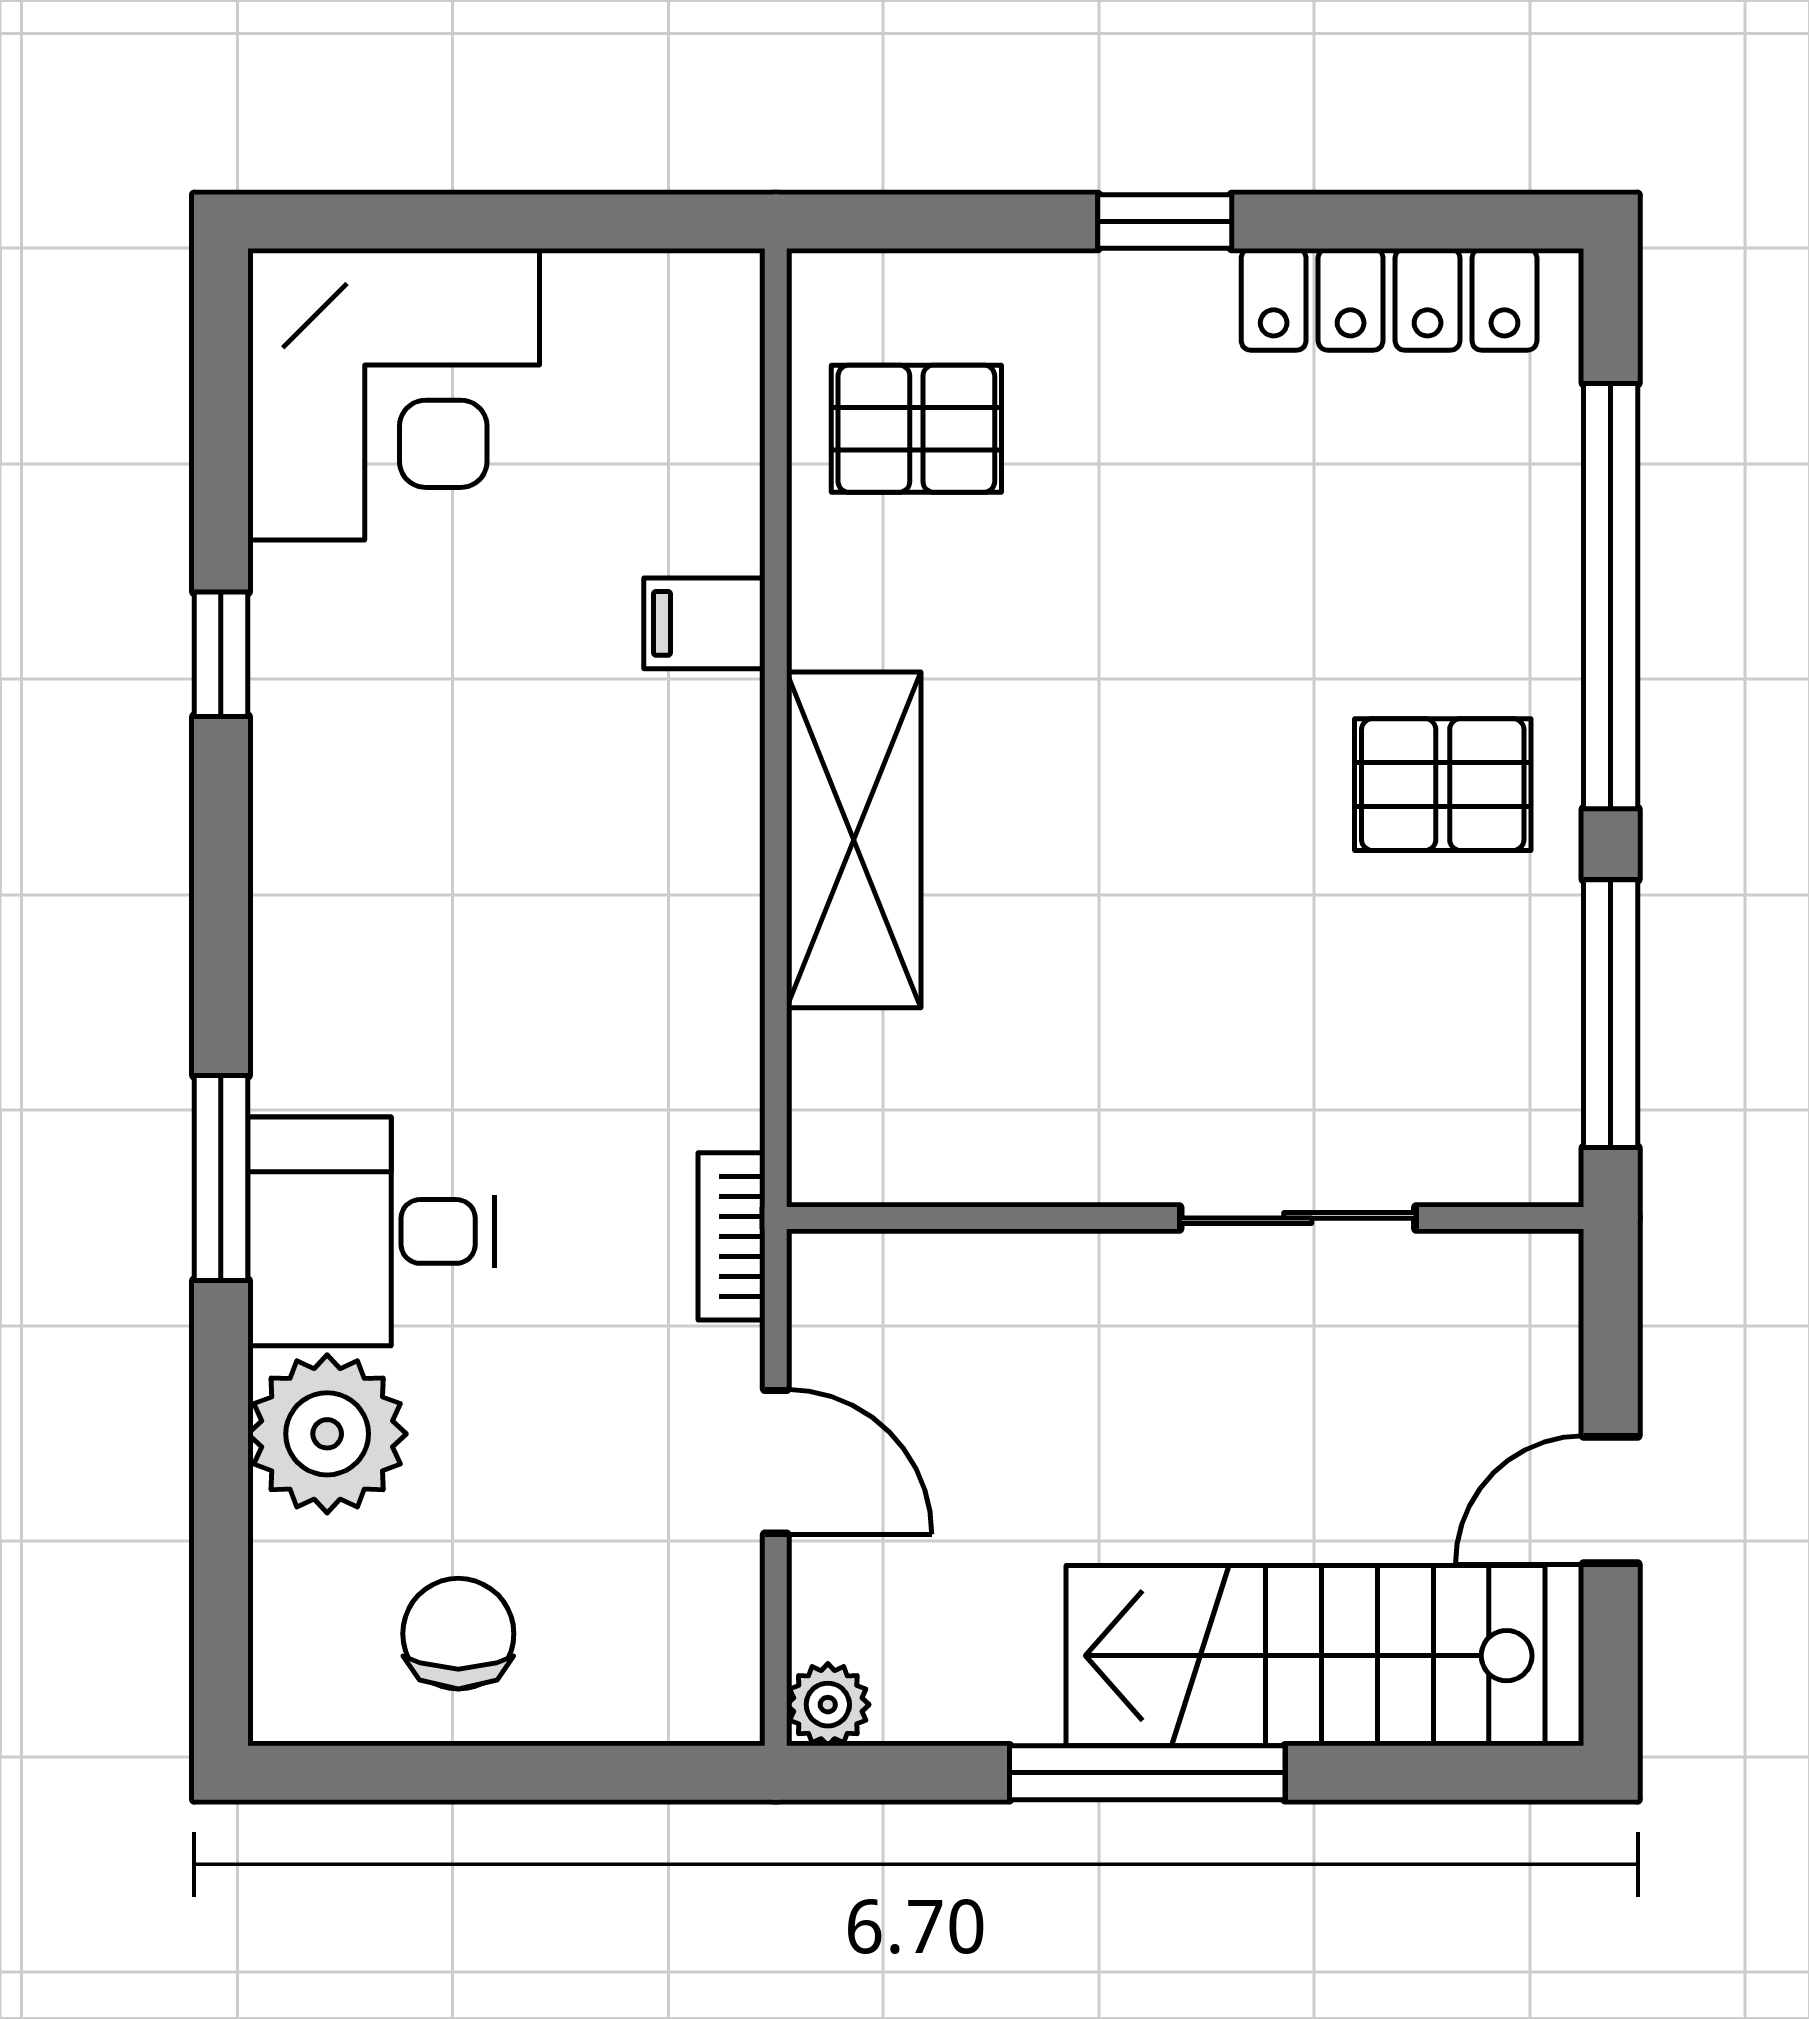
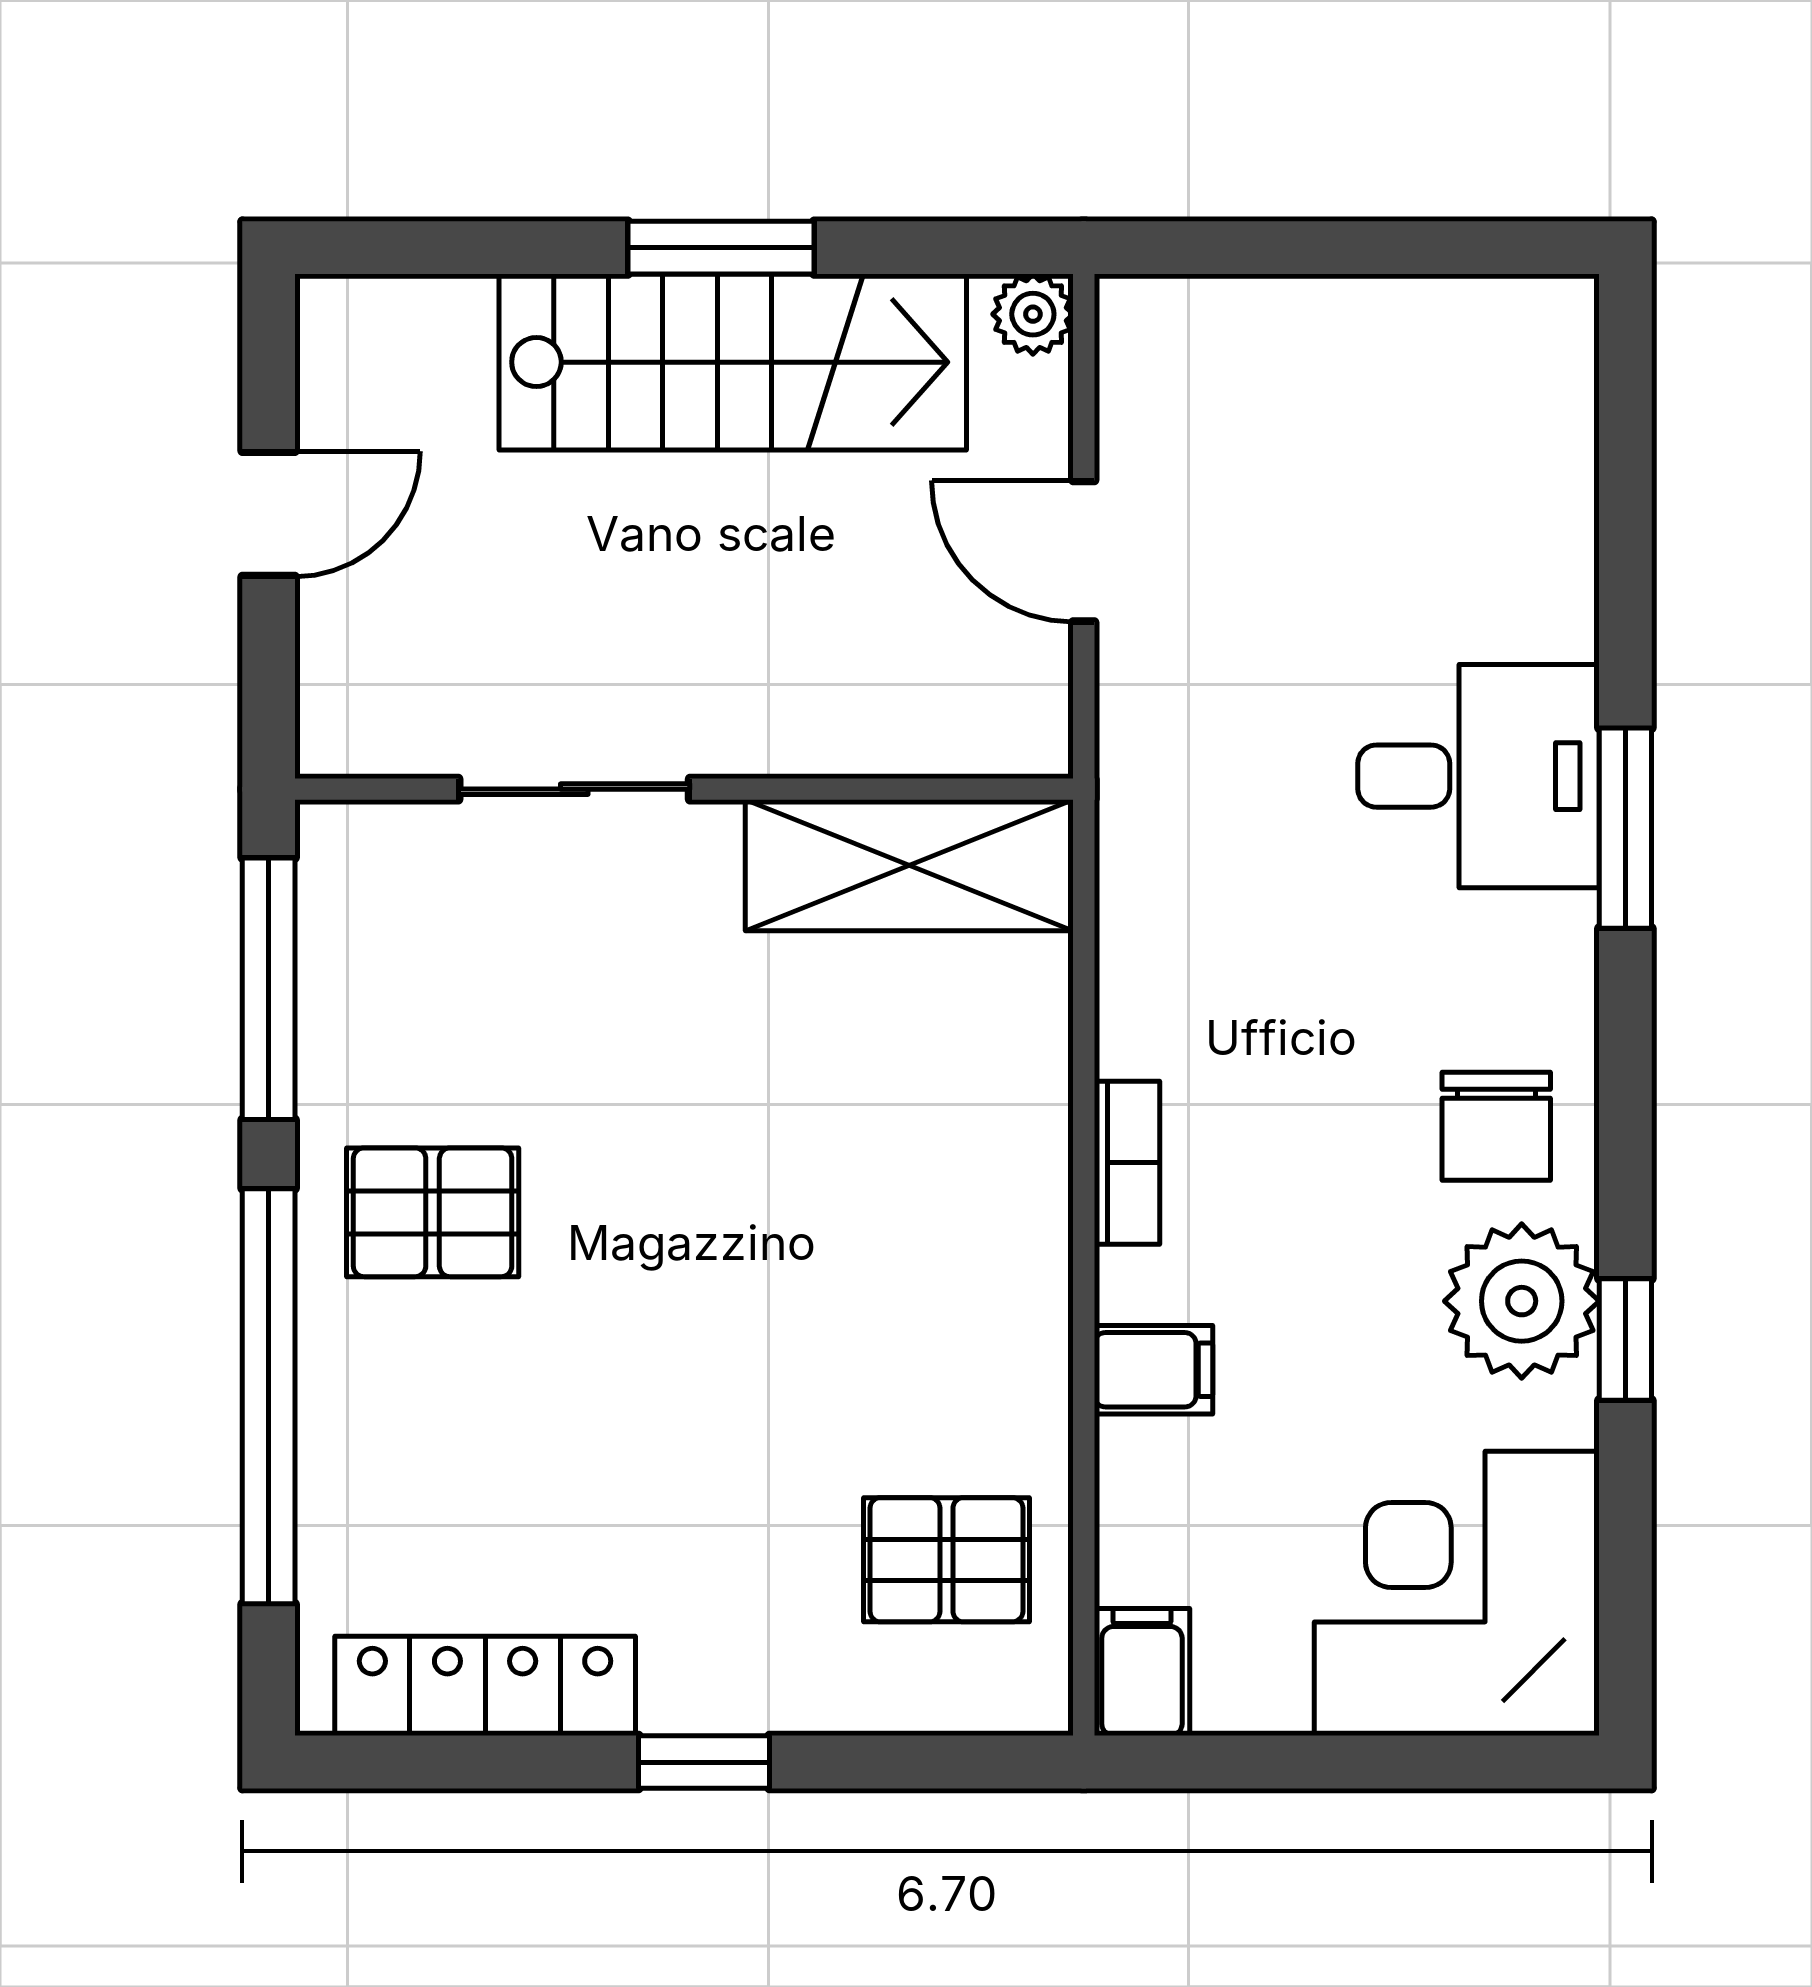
filing cabinet: (716, 314) -> (1142, 1672), added
shelving: (854, 840) -> (909, 865), moved, turned 90
bookcase: (732, 1236) -> (1127, 1163), moved
plant: (327, 1434) -> (1522, 1301), moved
chair: (458, 1634) -> (1496, 1126), moved
stairs: (1305, 1656) -> (733, 362), moved
window: (1147, 1773) -> (721, 248), width x0.69

